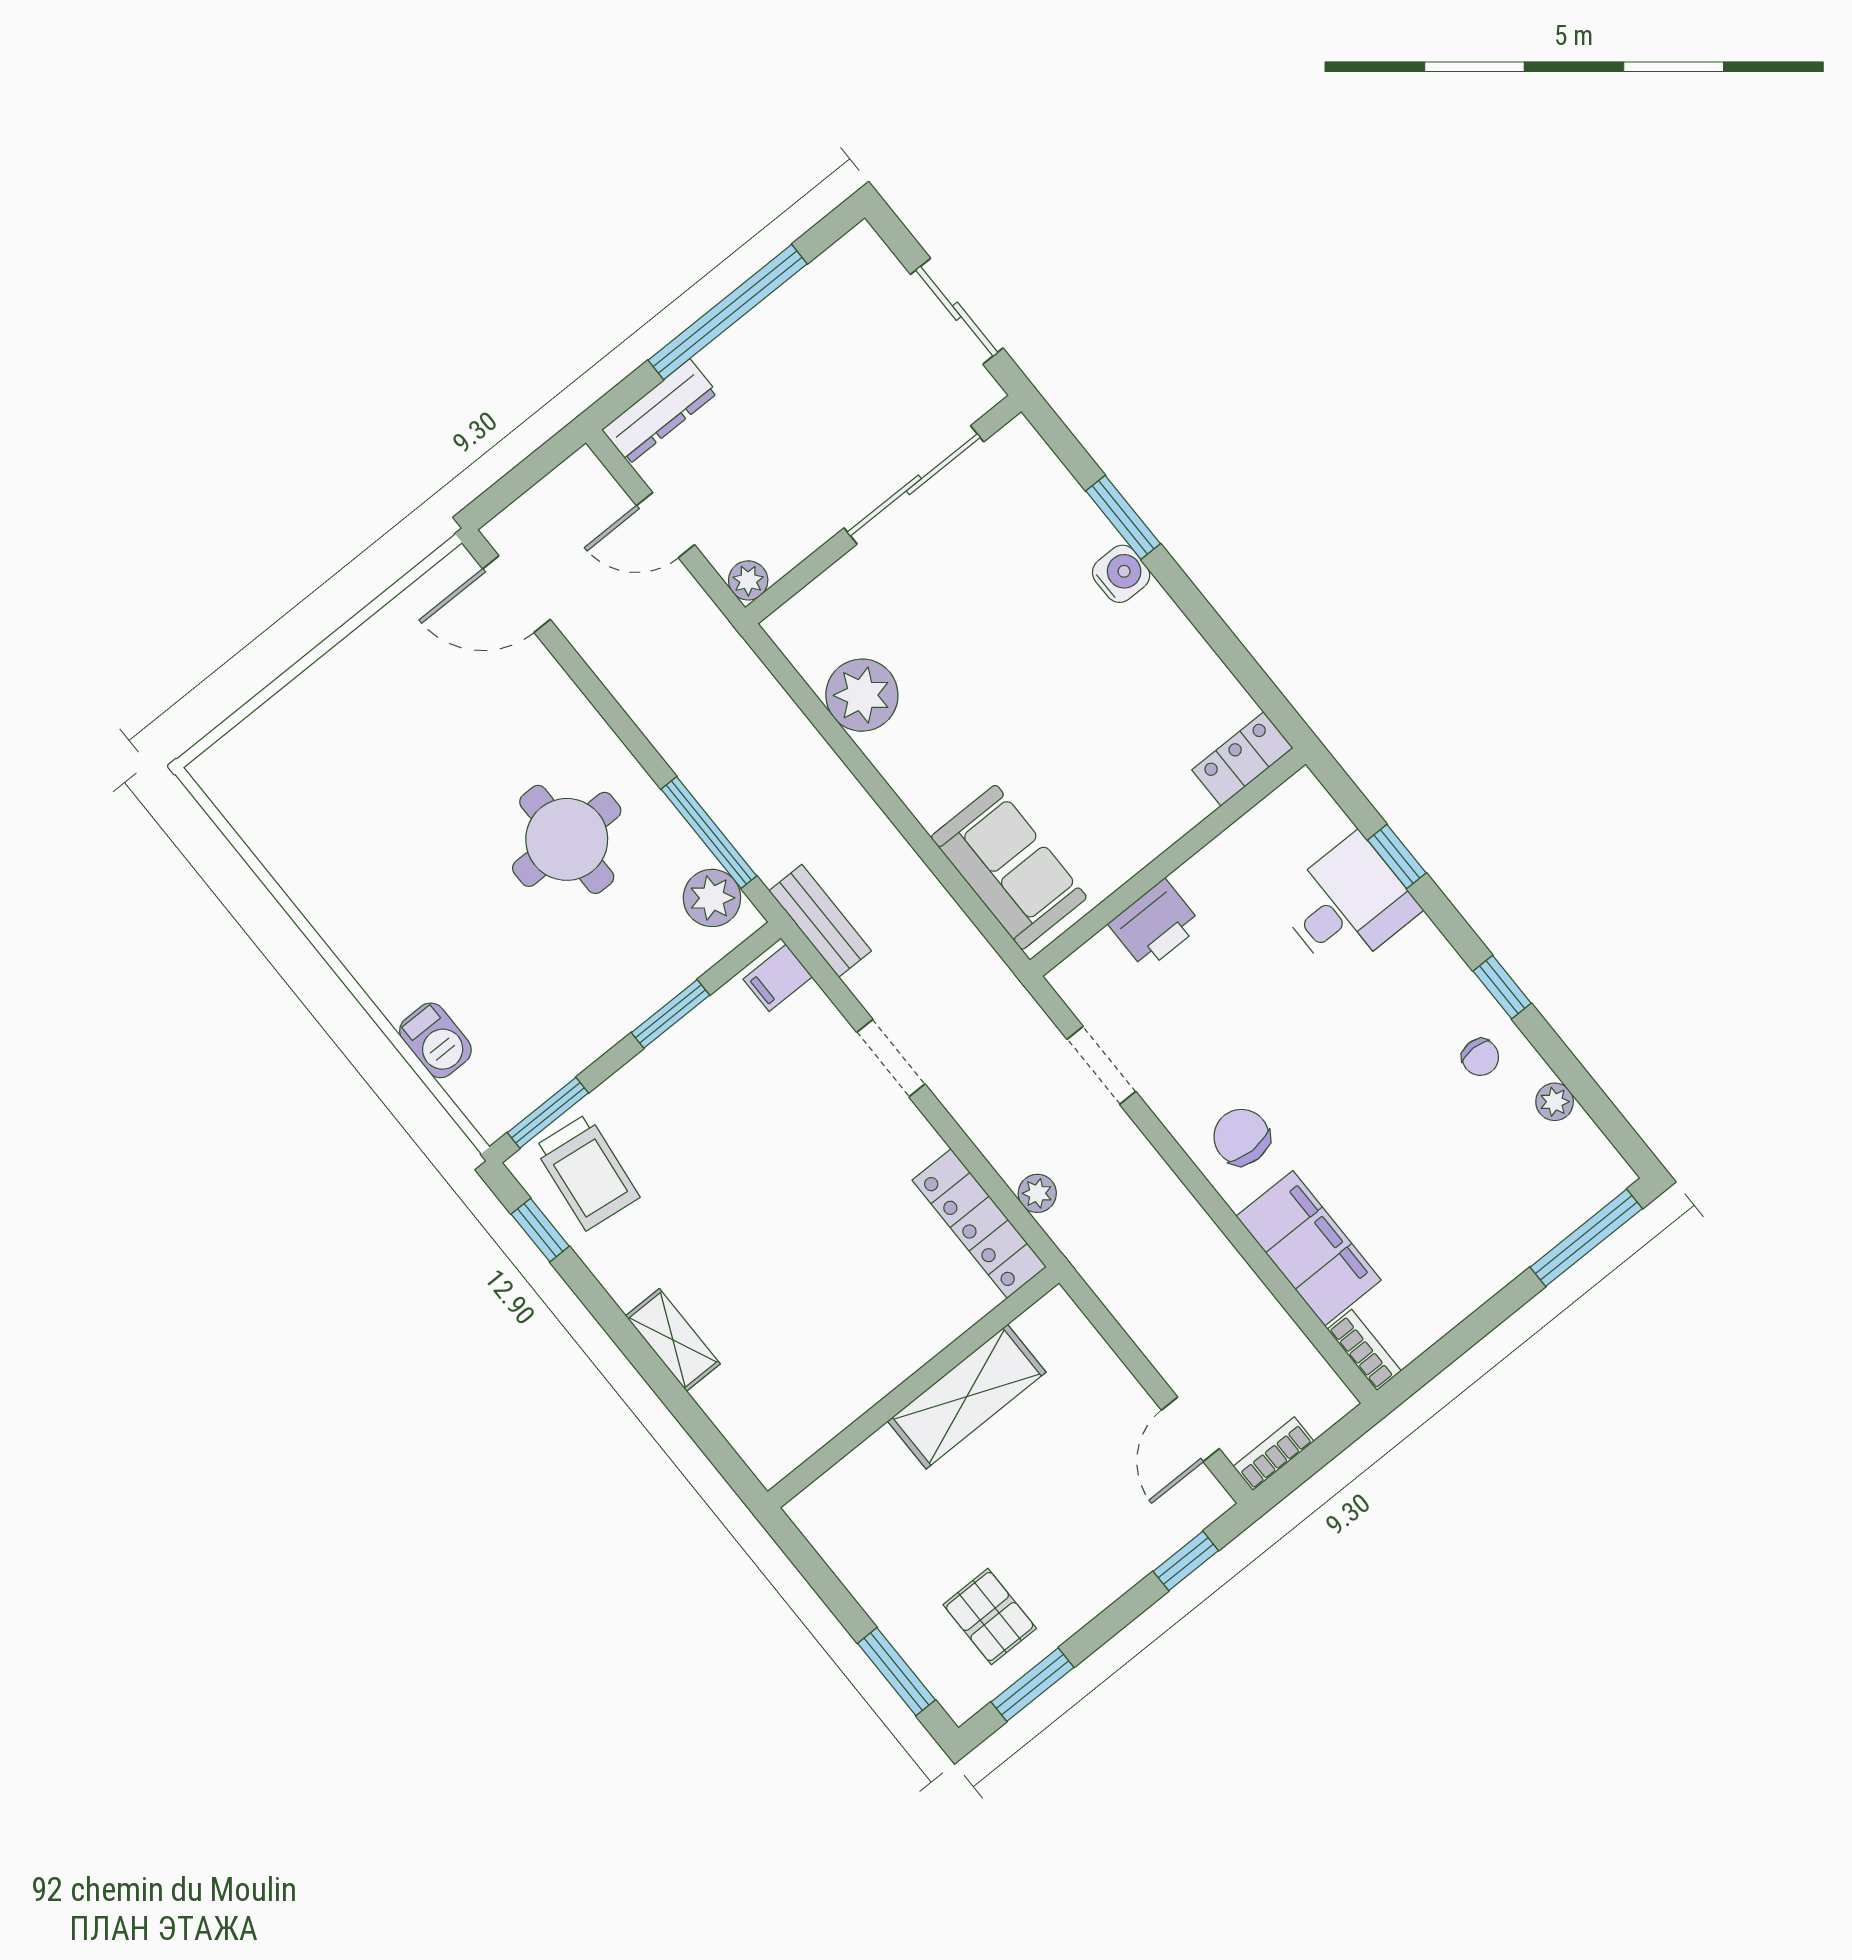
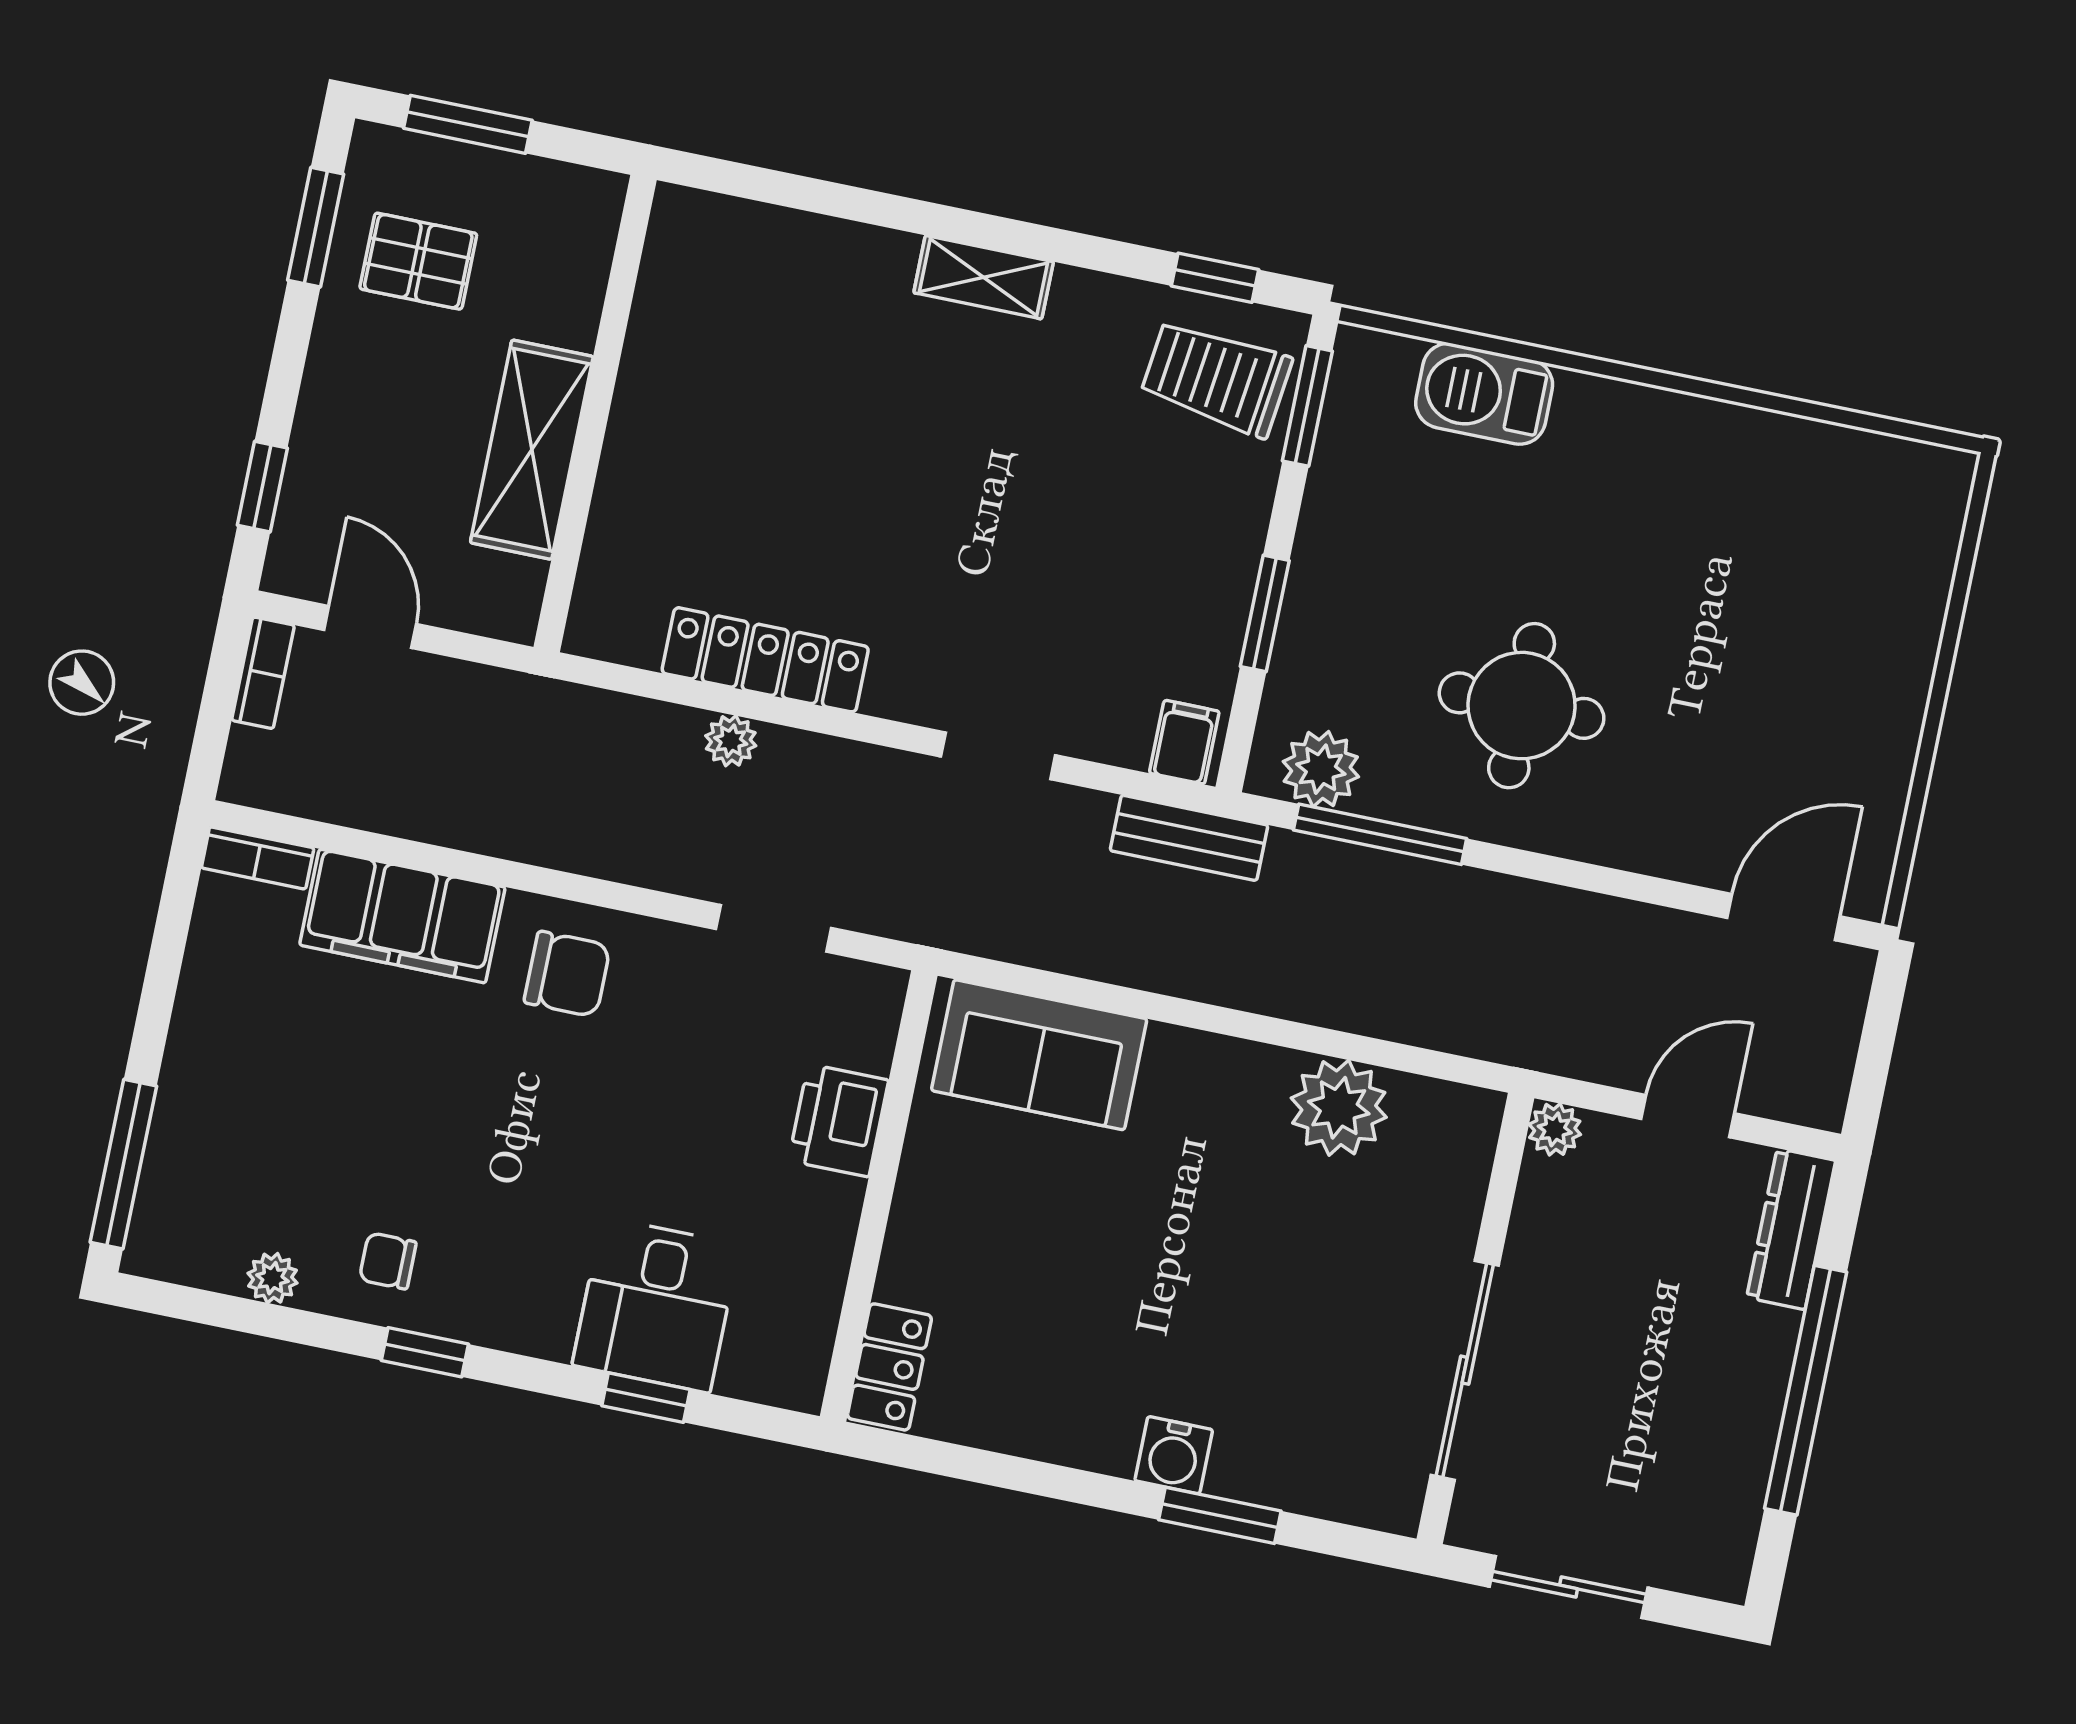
barbecue: (435, 1040) -> (1484, 394), width x1.38, depth x1.27
wall: (913, 1387) -> (595, 414), moved
shelving: (967, 1397) -> (532, 450), moved

